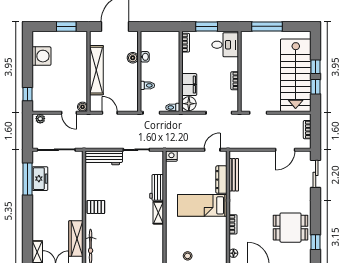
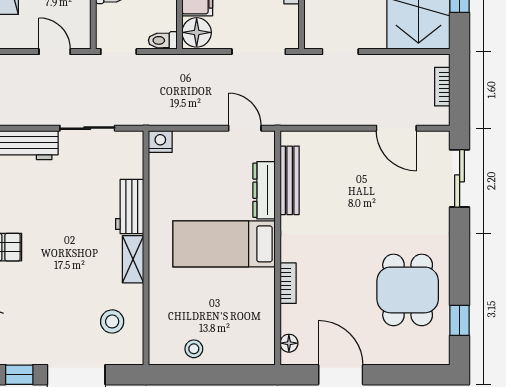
door: (110, 113) -> (55, 52), moved
door: (212, 150) -> (245, 128), hinge flipped
door: (285, 150) -> (396, 128), hinge flipped
dining table: (291, 228) -> (408, 290), turned 90
stool: (148, 243) -> (112, 321), added

